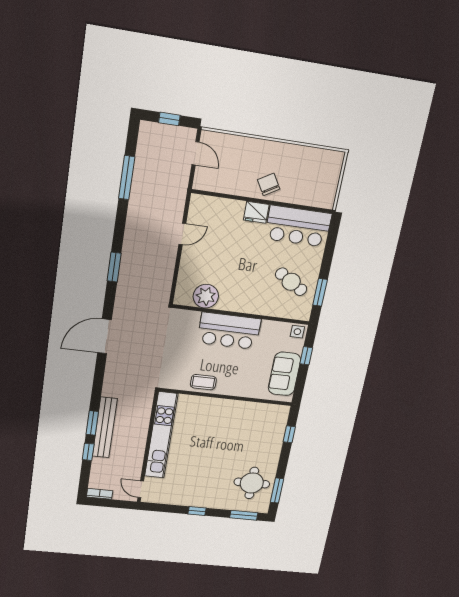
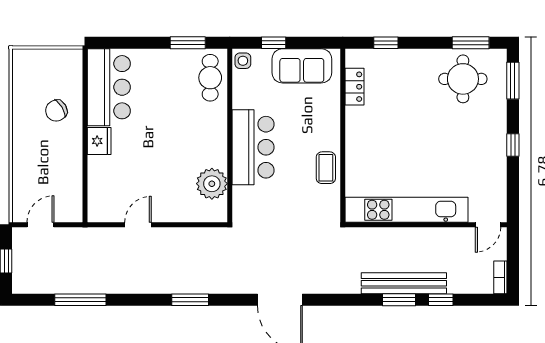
chair: (269, 184) -> (56, 111), moved
door: (182, 234) -> (138, 225), hinge flipped
cafe table: (291, 282) -> (210, 78), moved, turned -32
locker: (261, 409) -> (354, 87), added

